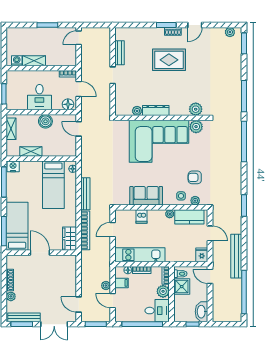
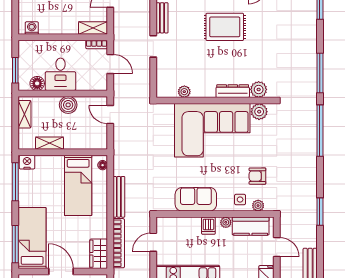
shelving: (34, 61) -> (93, 28), moved
floor lamp: (68, 104) -> (37, 83), moved
dresser: (156, 111) -> (233, 91), moved
dishwasher: (142, 217) -> (208, 226), moved

